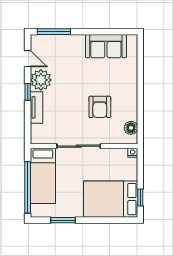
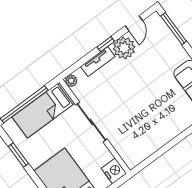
armchair: (100, 107) -> (138, 115), removed
floor lamp: (131, 128) -> (140, 155), removed
plant: (36, 138) -> (71, 81), added
nightstand: (133, 153) -> (114, 171), width x1.89, depth x1.79

